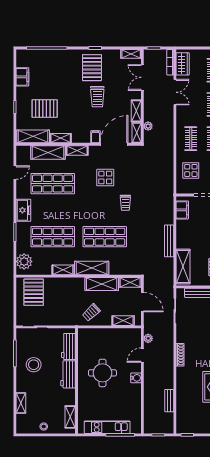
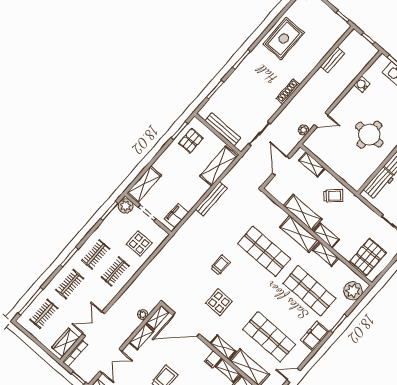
filing cabinet: (95, 137) -> (213, 359), moved
shelving: (130, 282) -> (326, 235), moved
water cooler: (136, 378) -> (362, 84), moved

